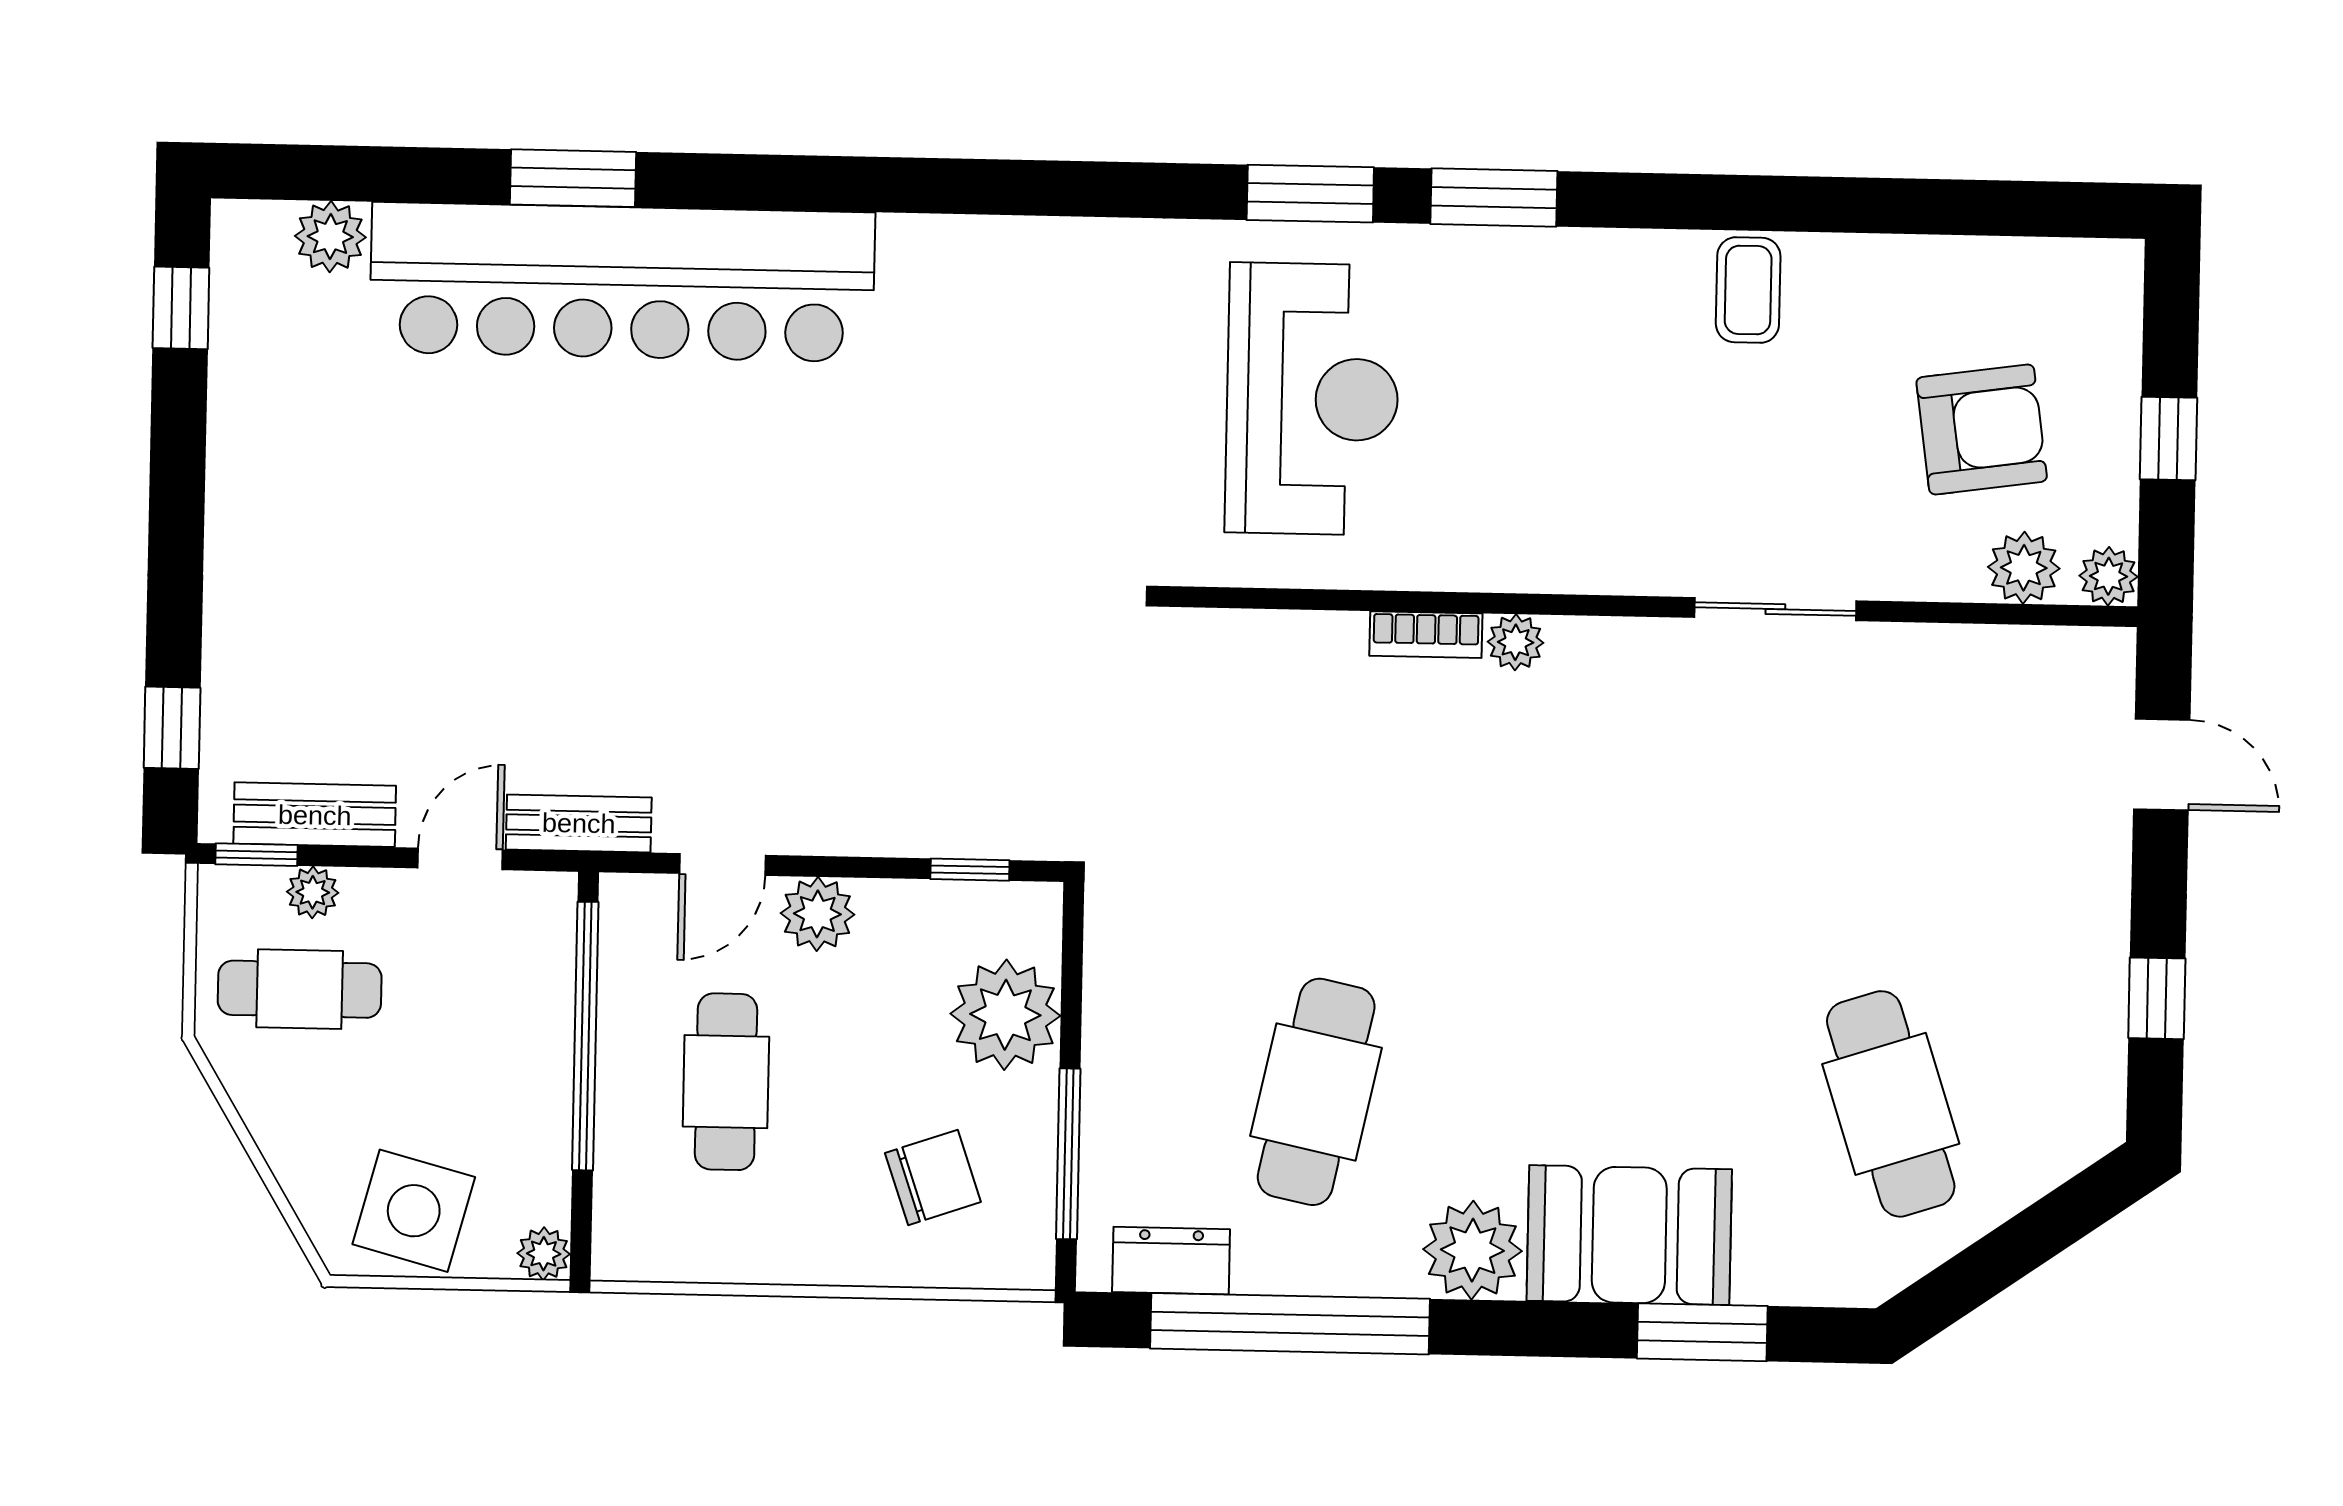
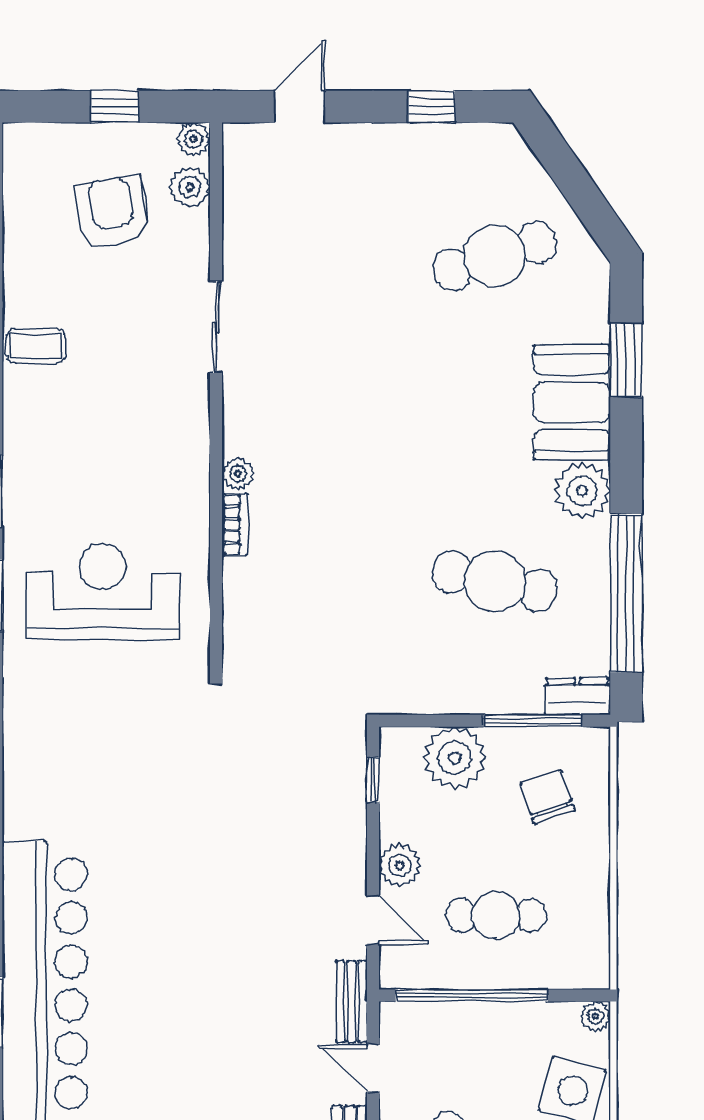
dresser: (1171, 1261) -> (577, 696), moved, turned 90

